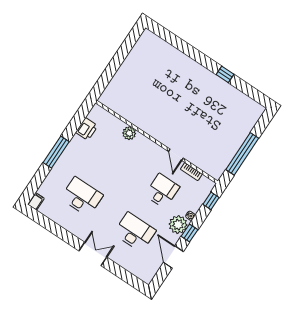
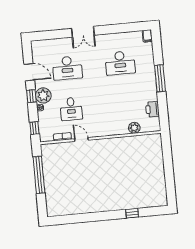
window: (225, 74) -> (132, 213), moved
plant: (129, 133) -> (134, 128), moved

